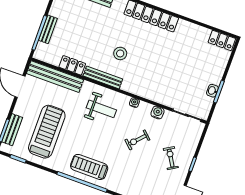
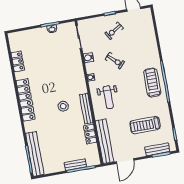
locker: (222, 40) -> (18, 61), moved
weight bench: (101, 109) -> (108, 97), turned 180
treadmill: (47, 132) -> (145, 125), width x0.73, depth x0.73
treadmill: (89, 167) -> (152, 83), turned 180

